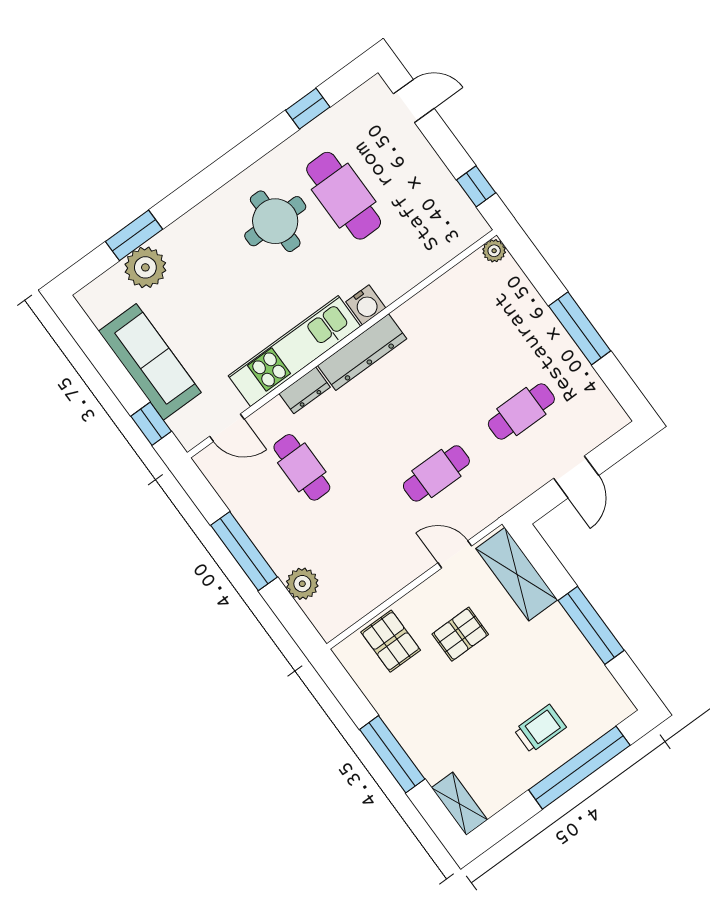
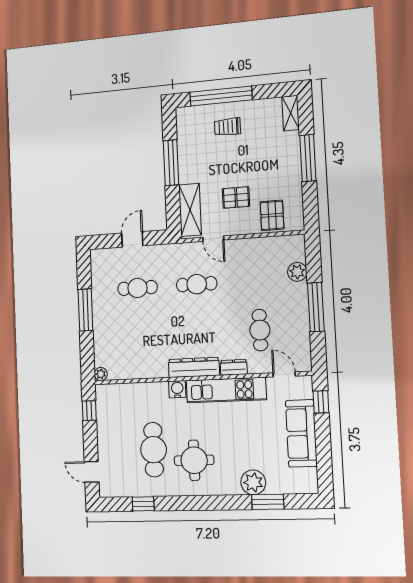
plant: (145, 267) -> (253, 482), moved

